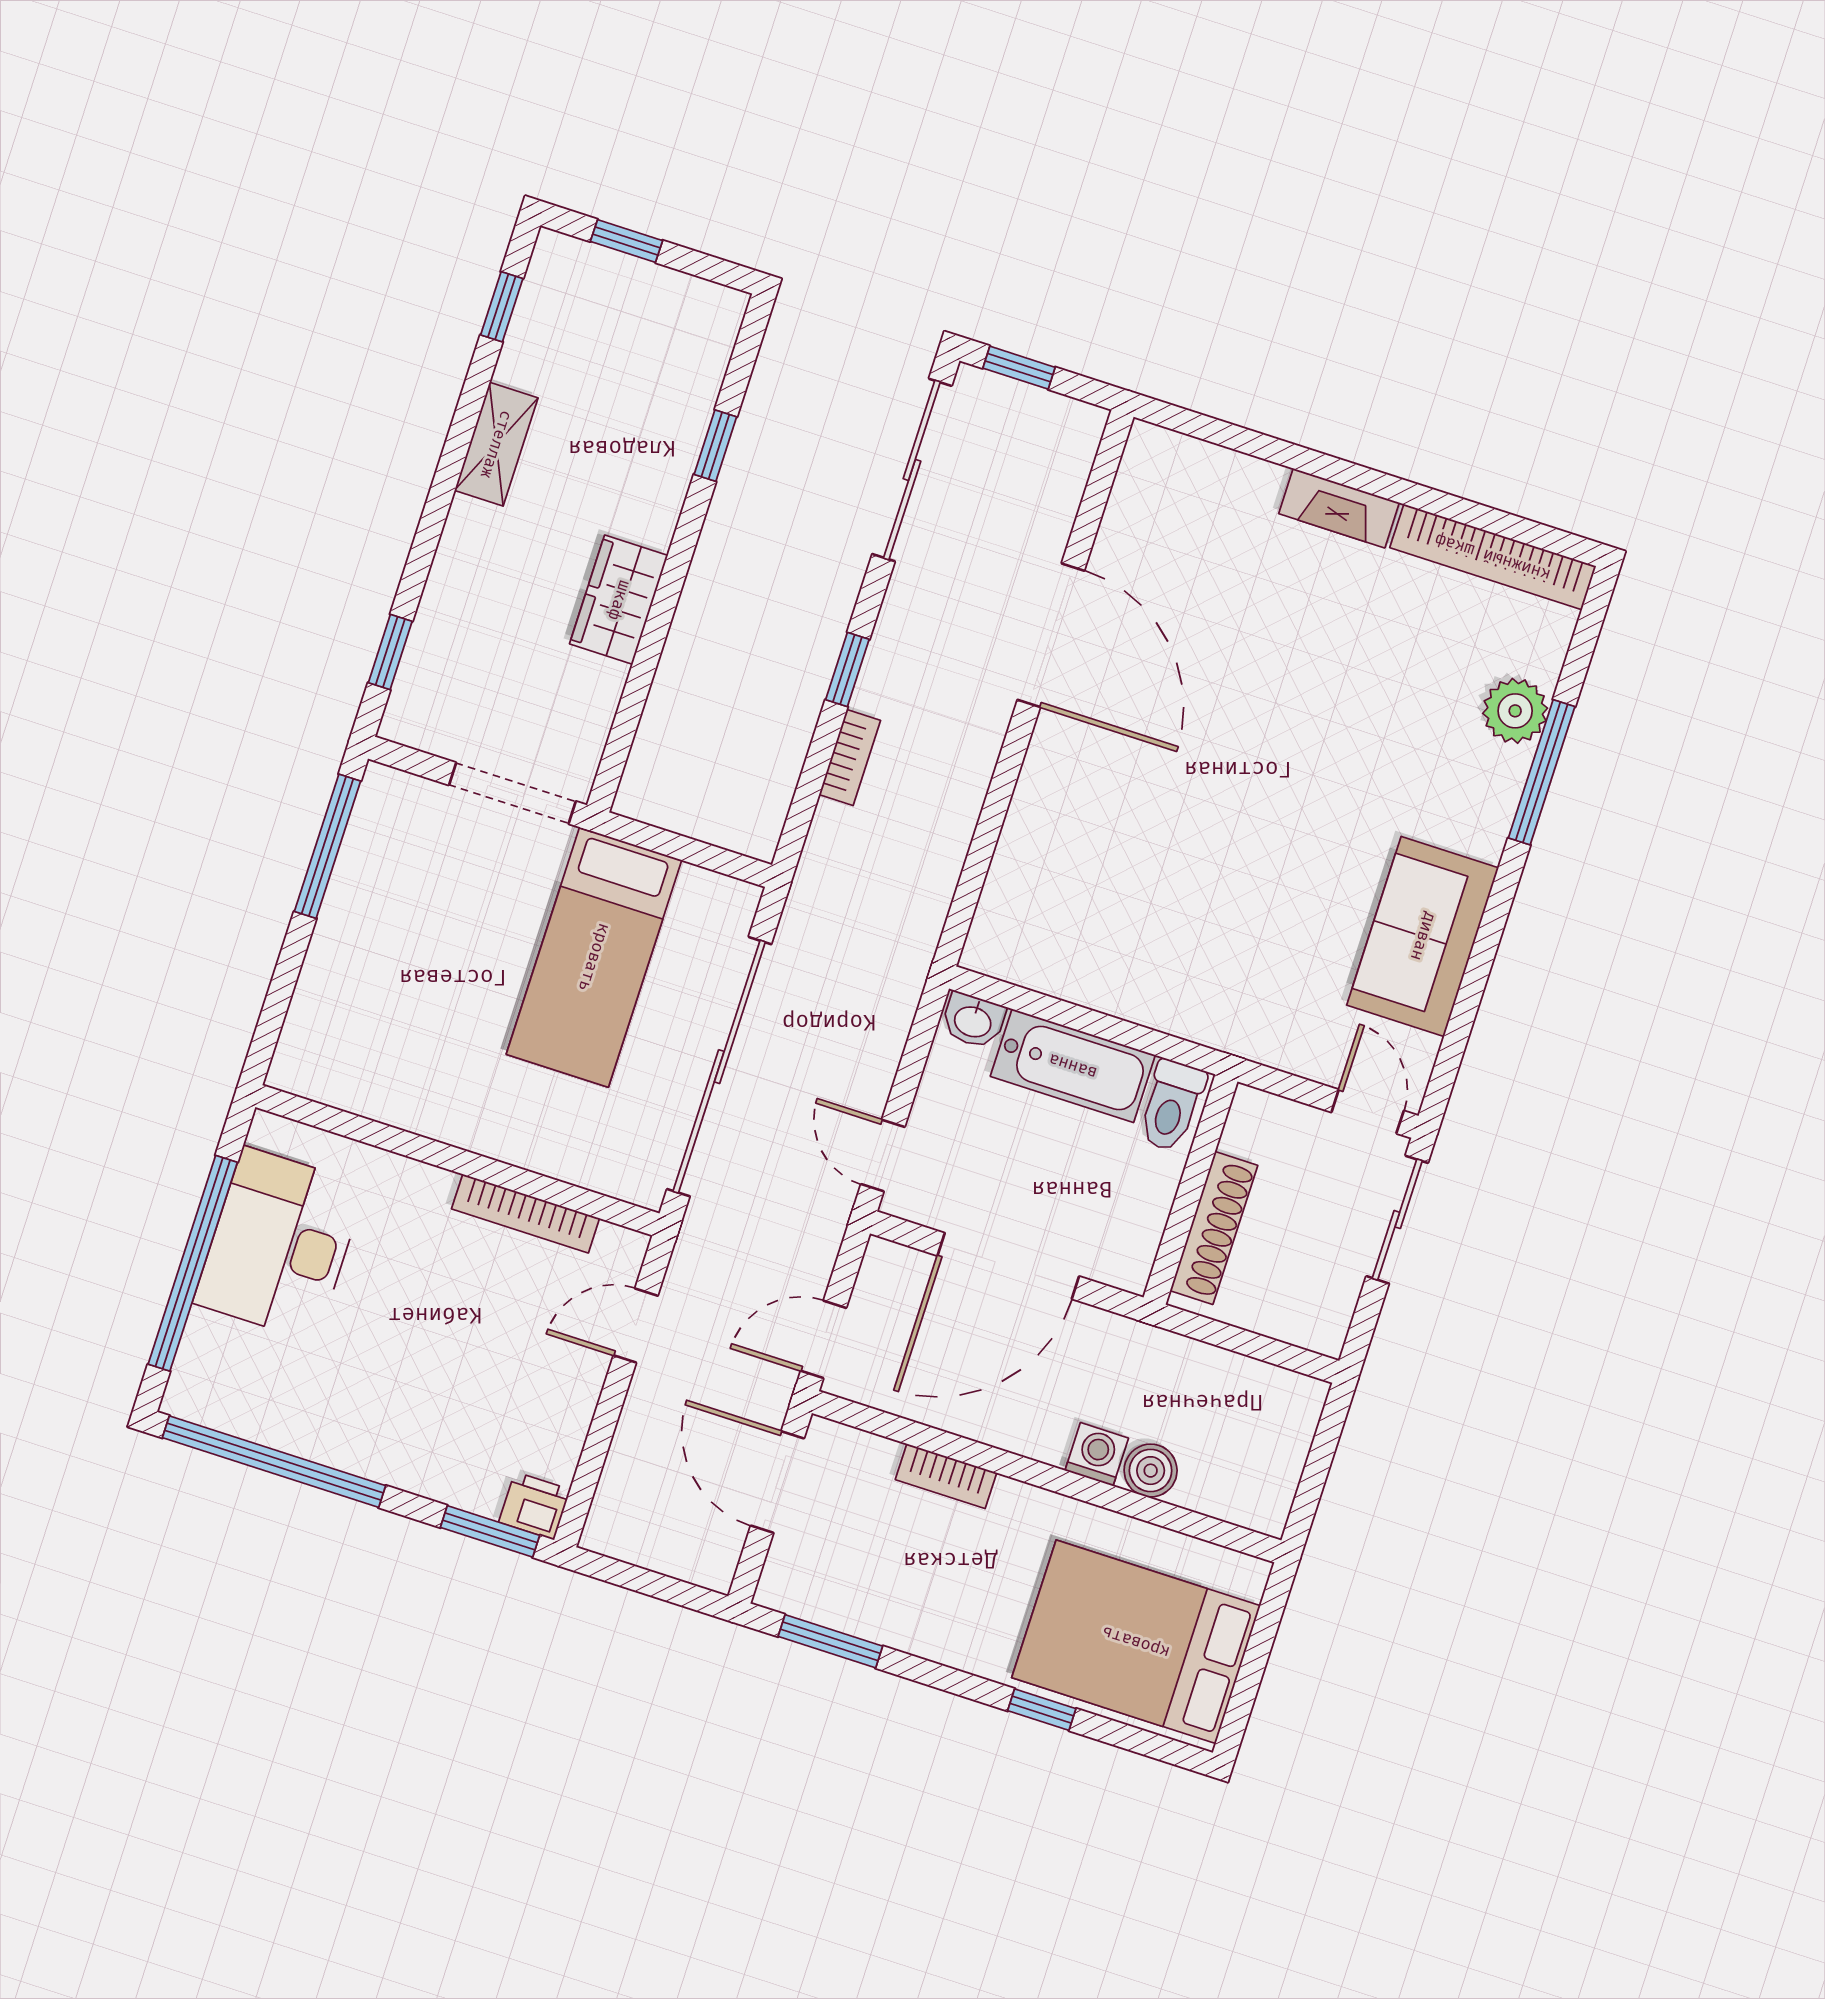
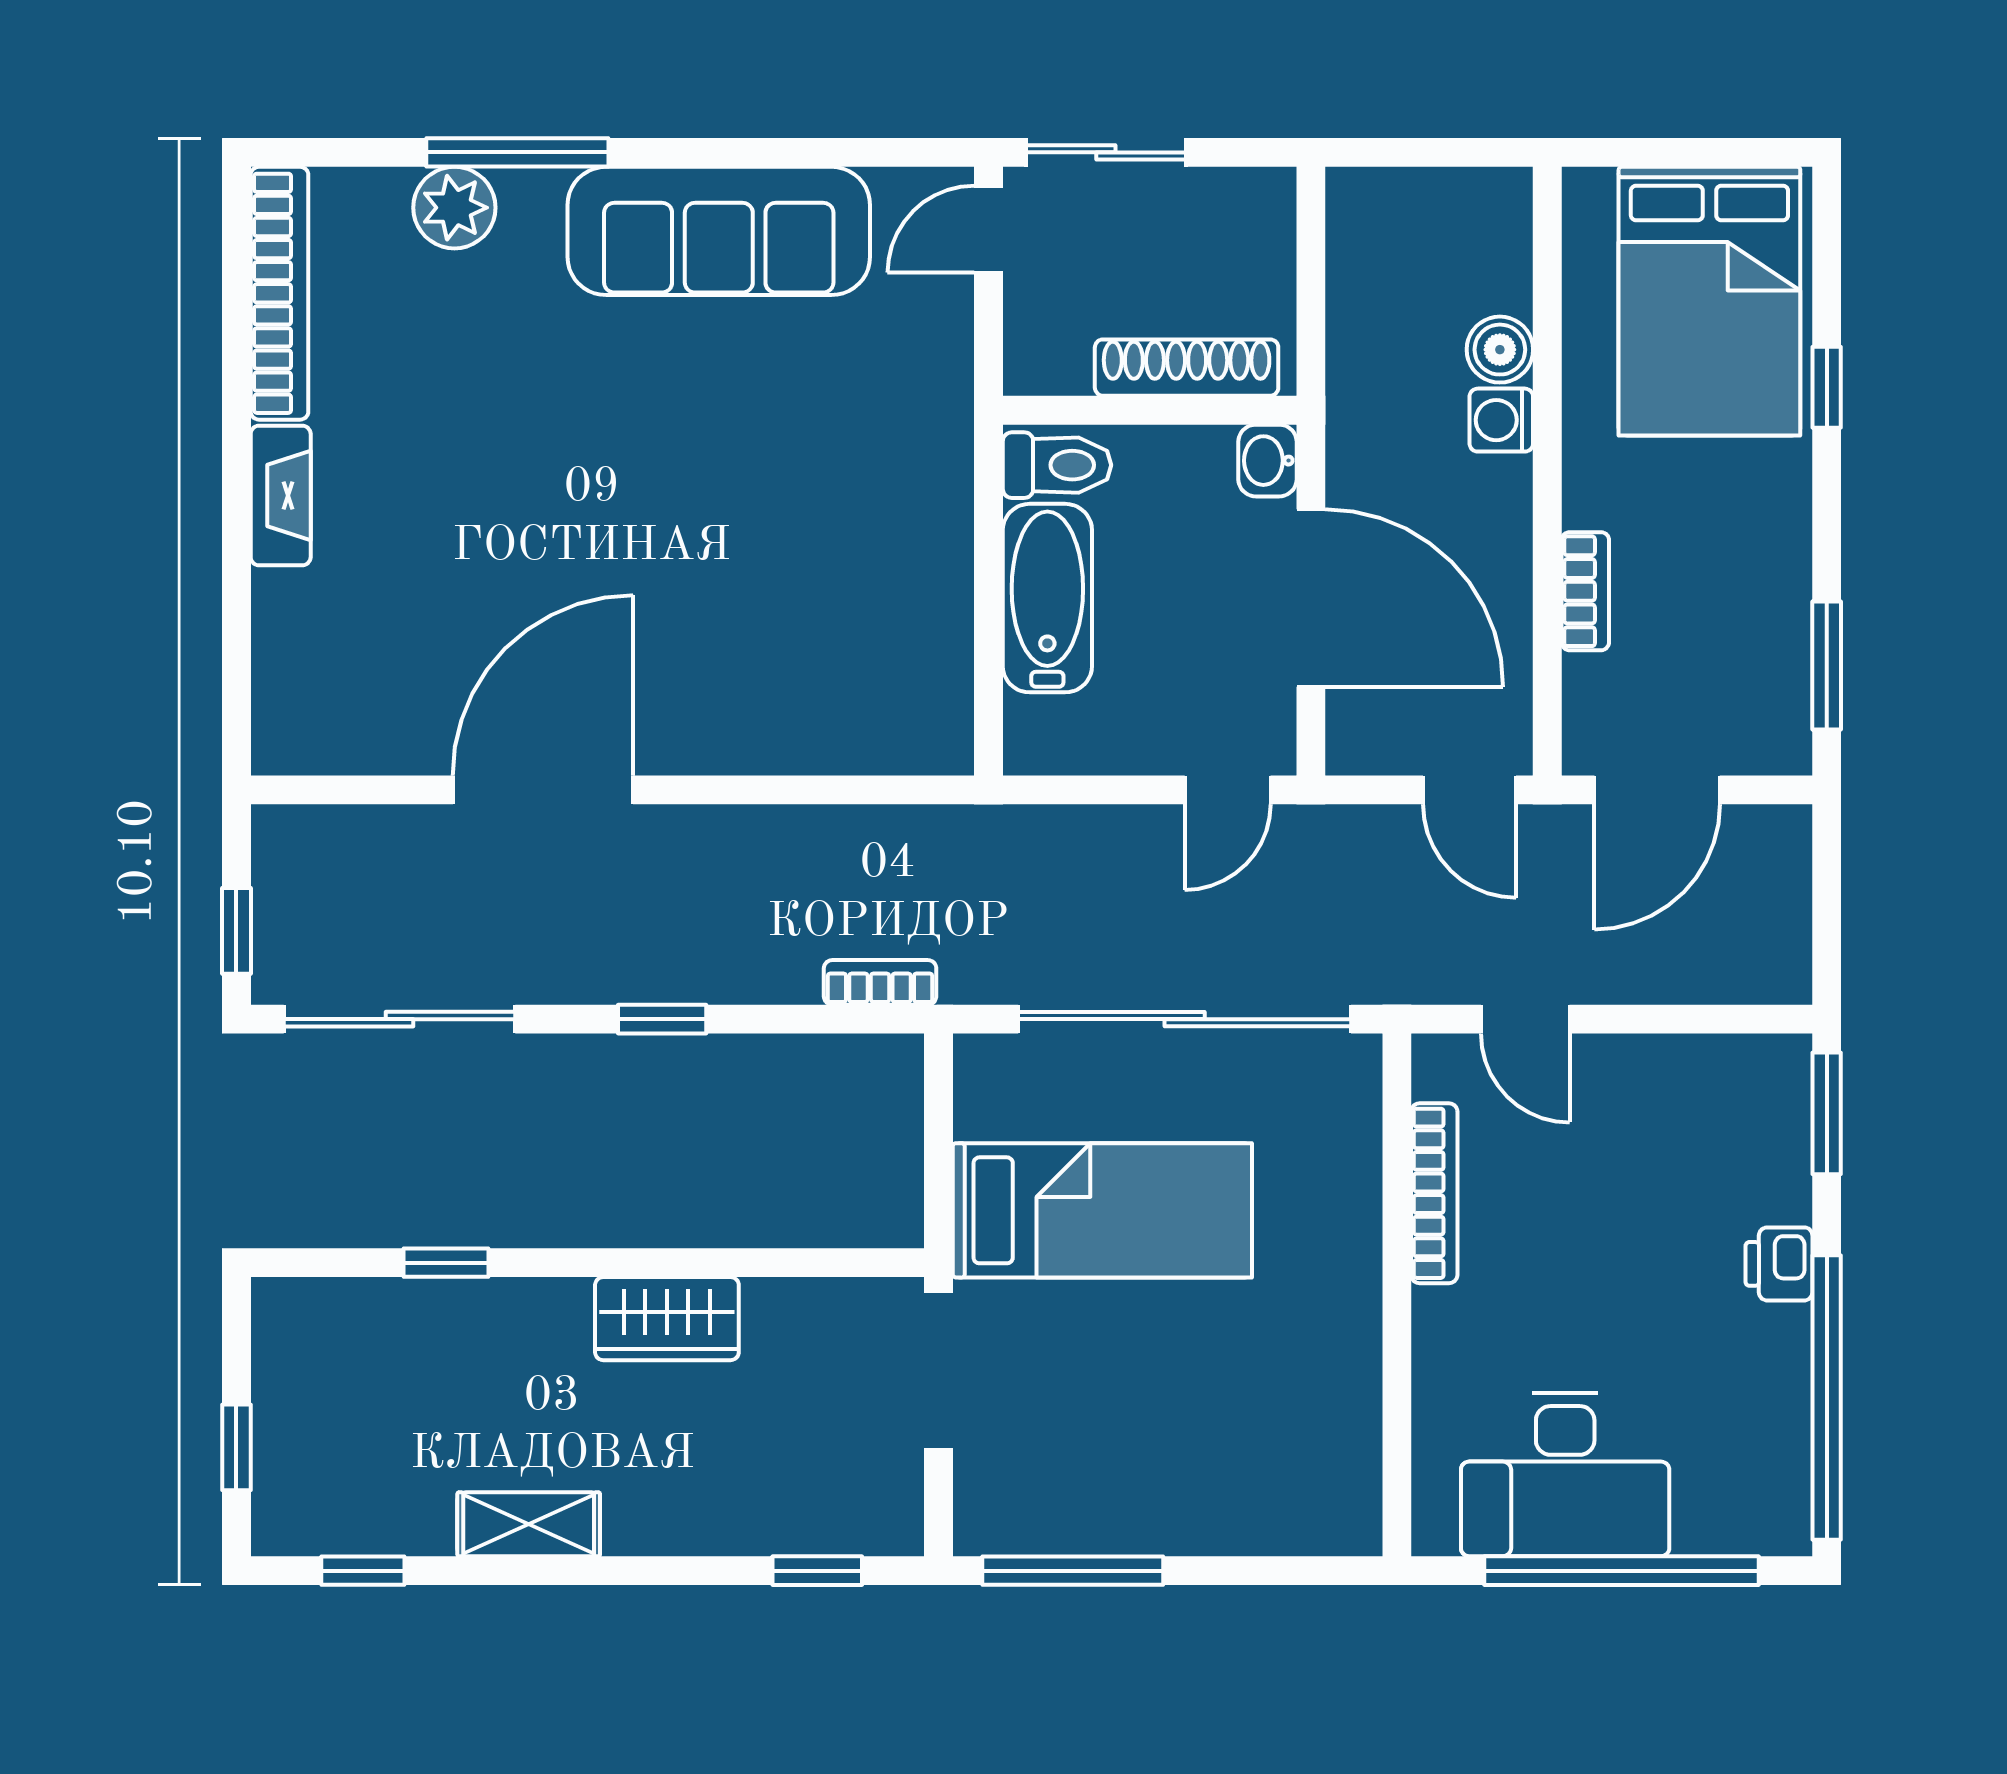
bookcase: (850, 758) -> (880, 982), moved
sofa: (1423, 936) -> (719, 231), width x1.36
washbasin: (973, 1021) -> (1267, 461), moved, turned 180
printer: (535, 1506) -> (1779, 1264), moved

